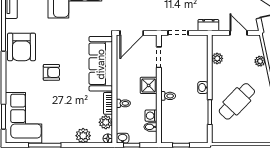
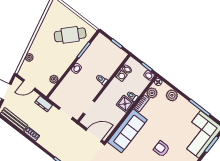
door: (238, 33) -> (29, 85), hinge flipped
shower: (149, 85) -> (125, 104), moved
cafe table: (237, 101) -> (70, 35), moved

